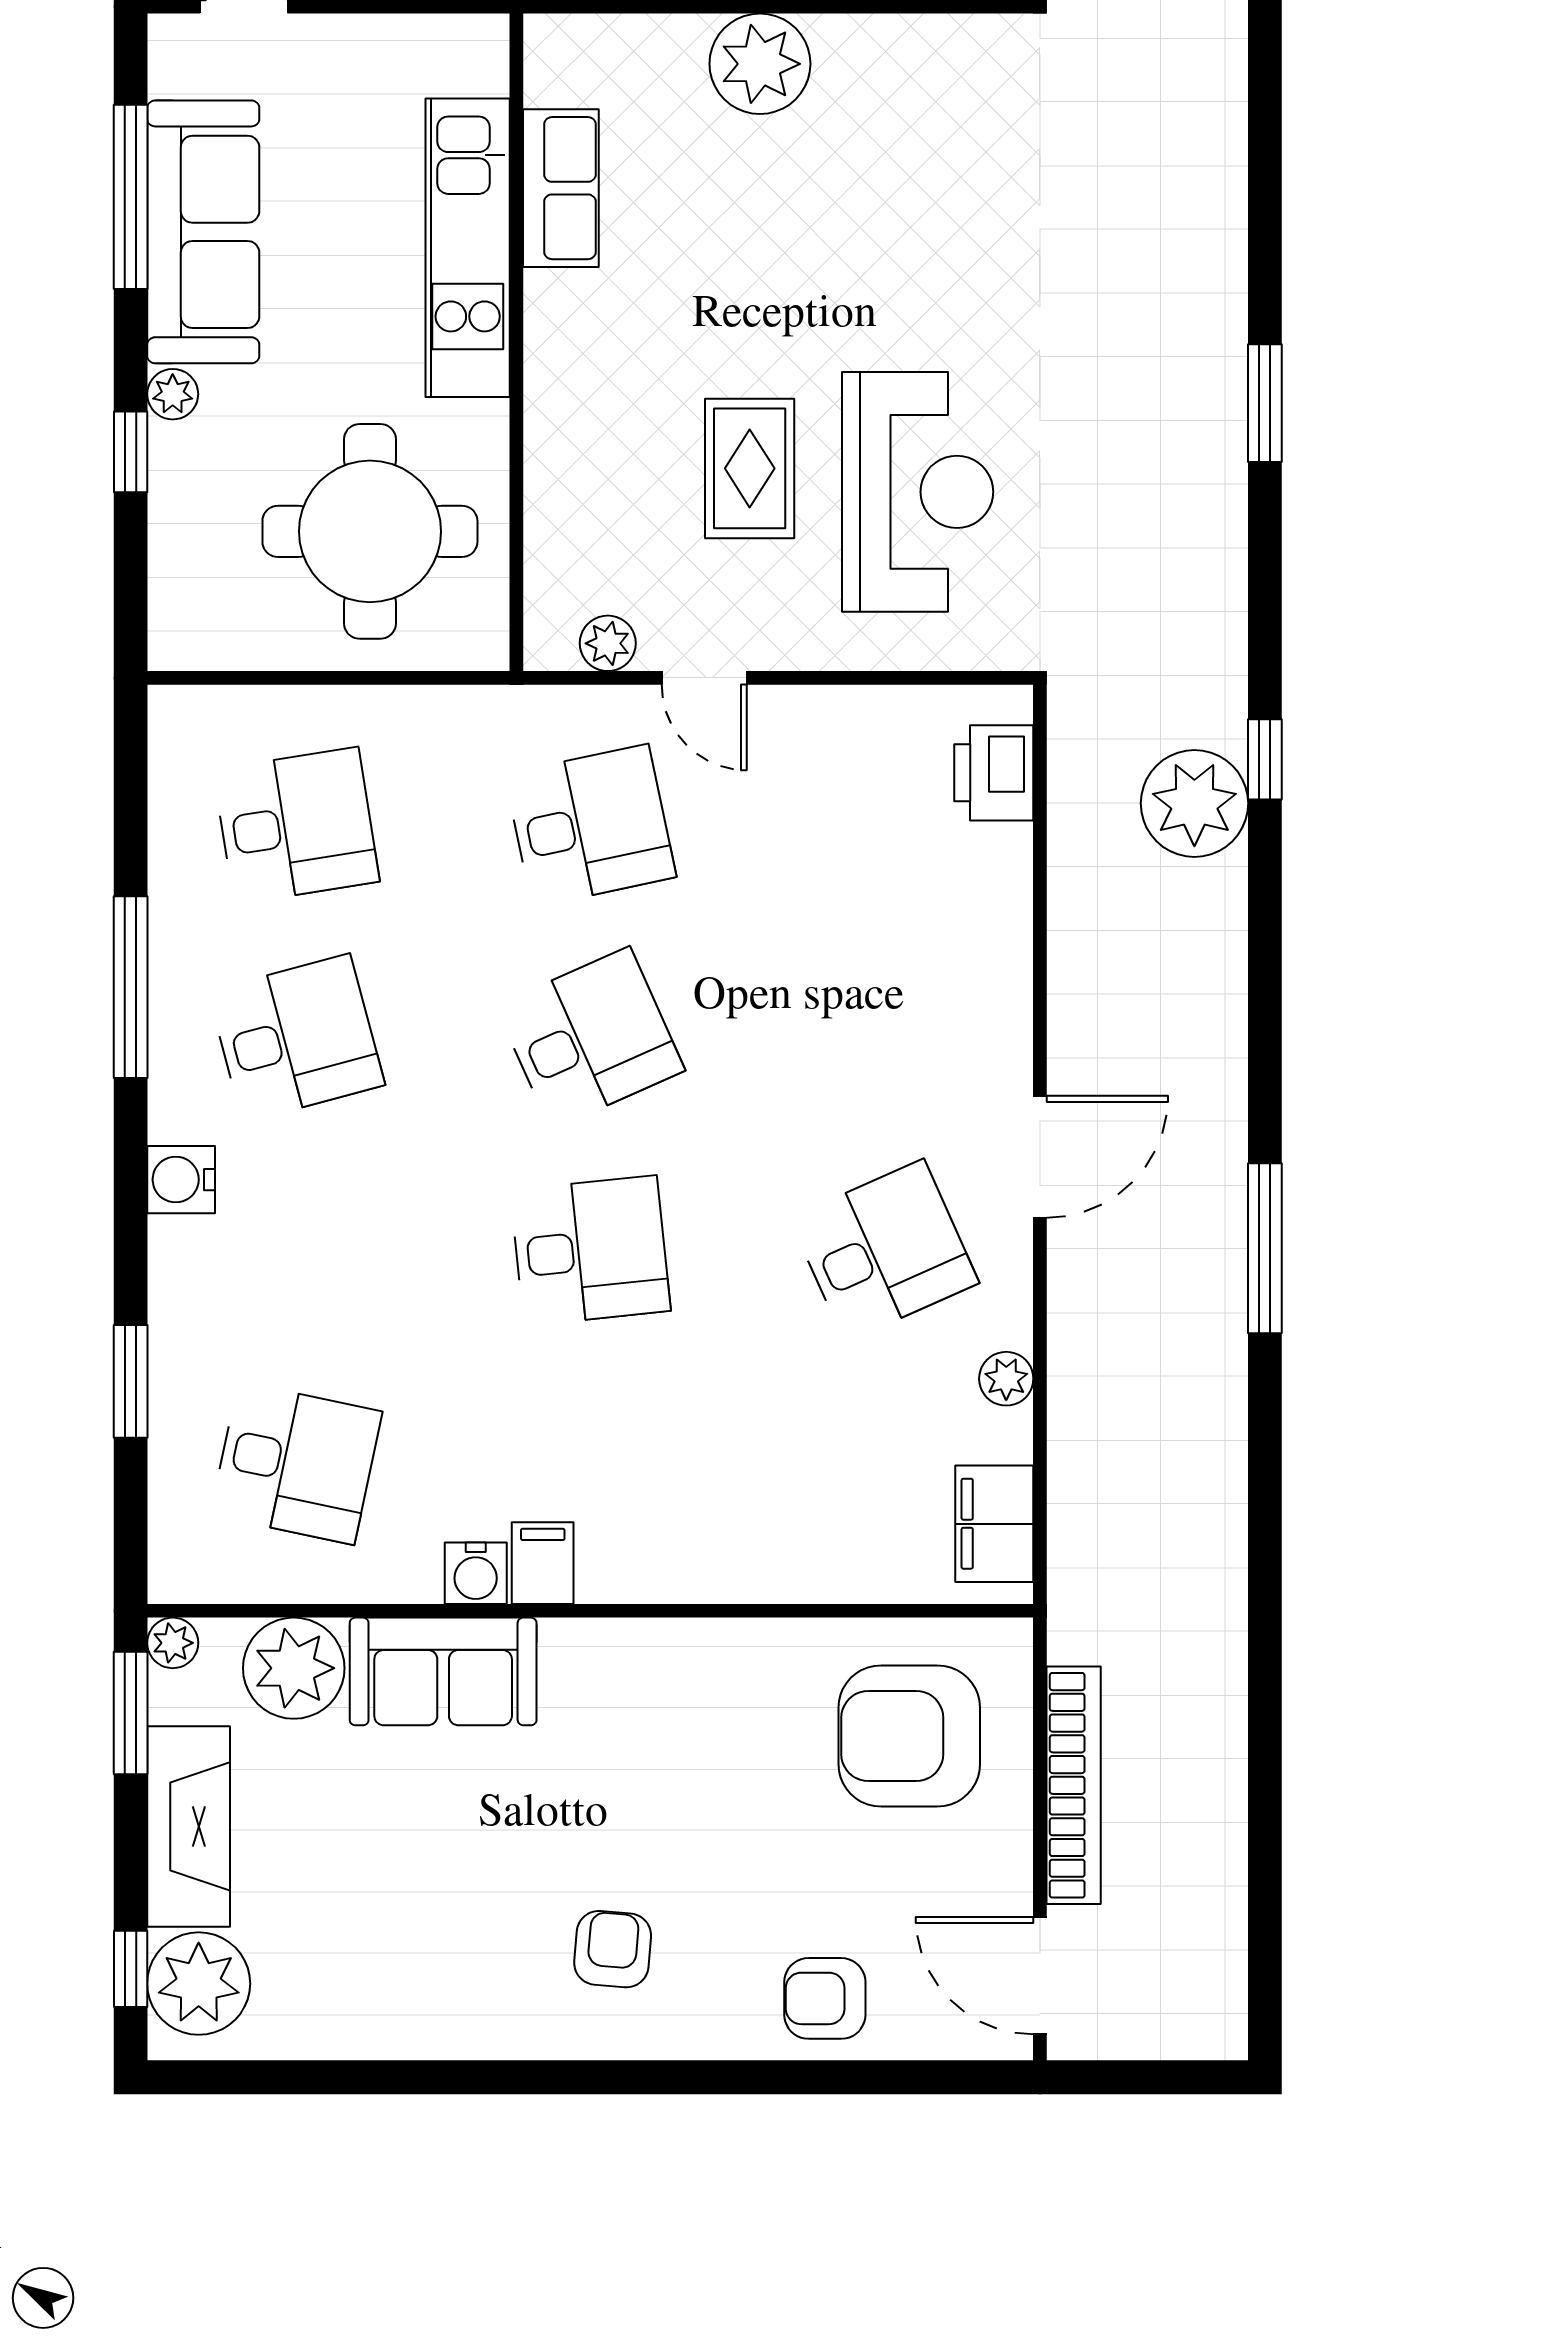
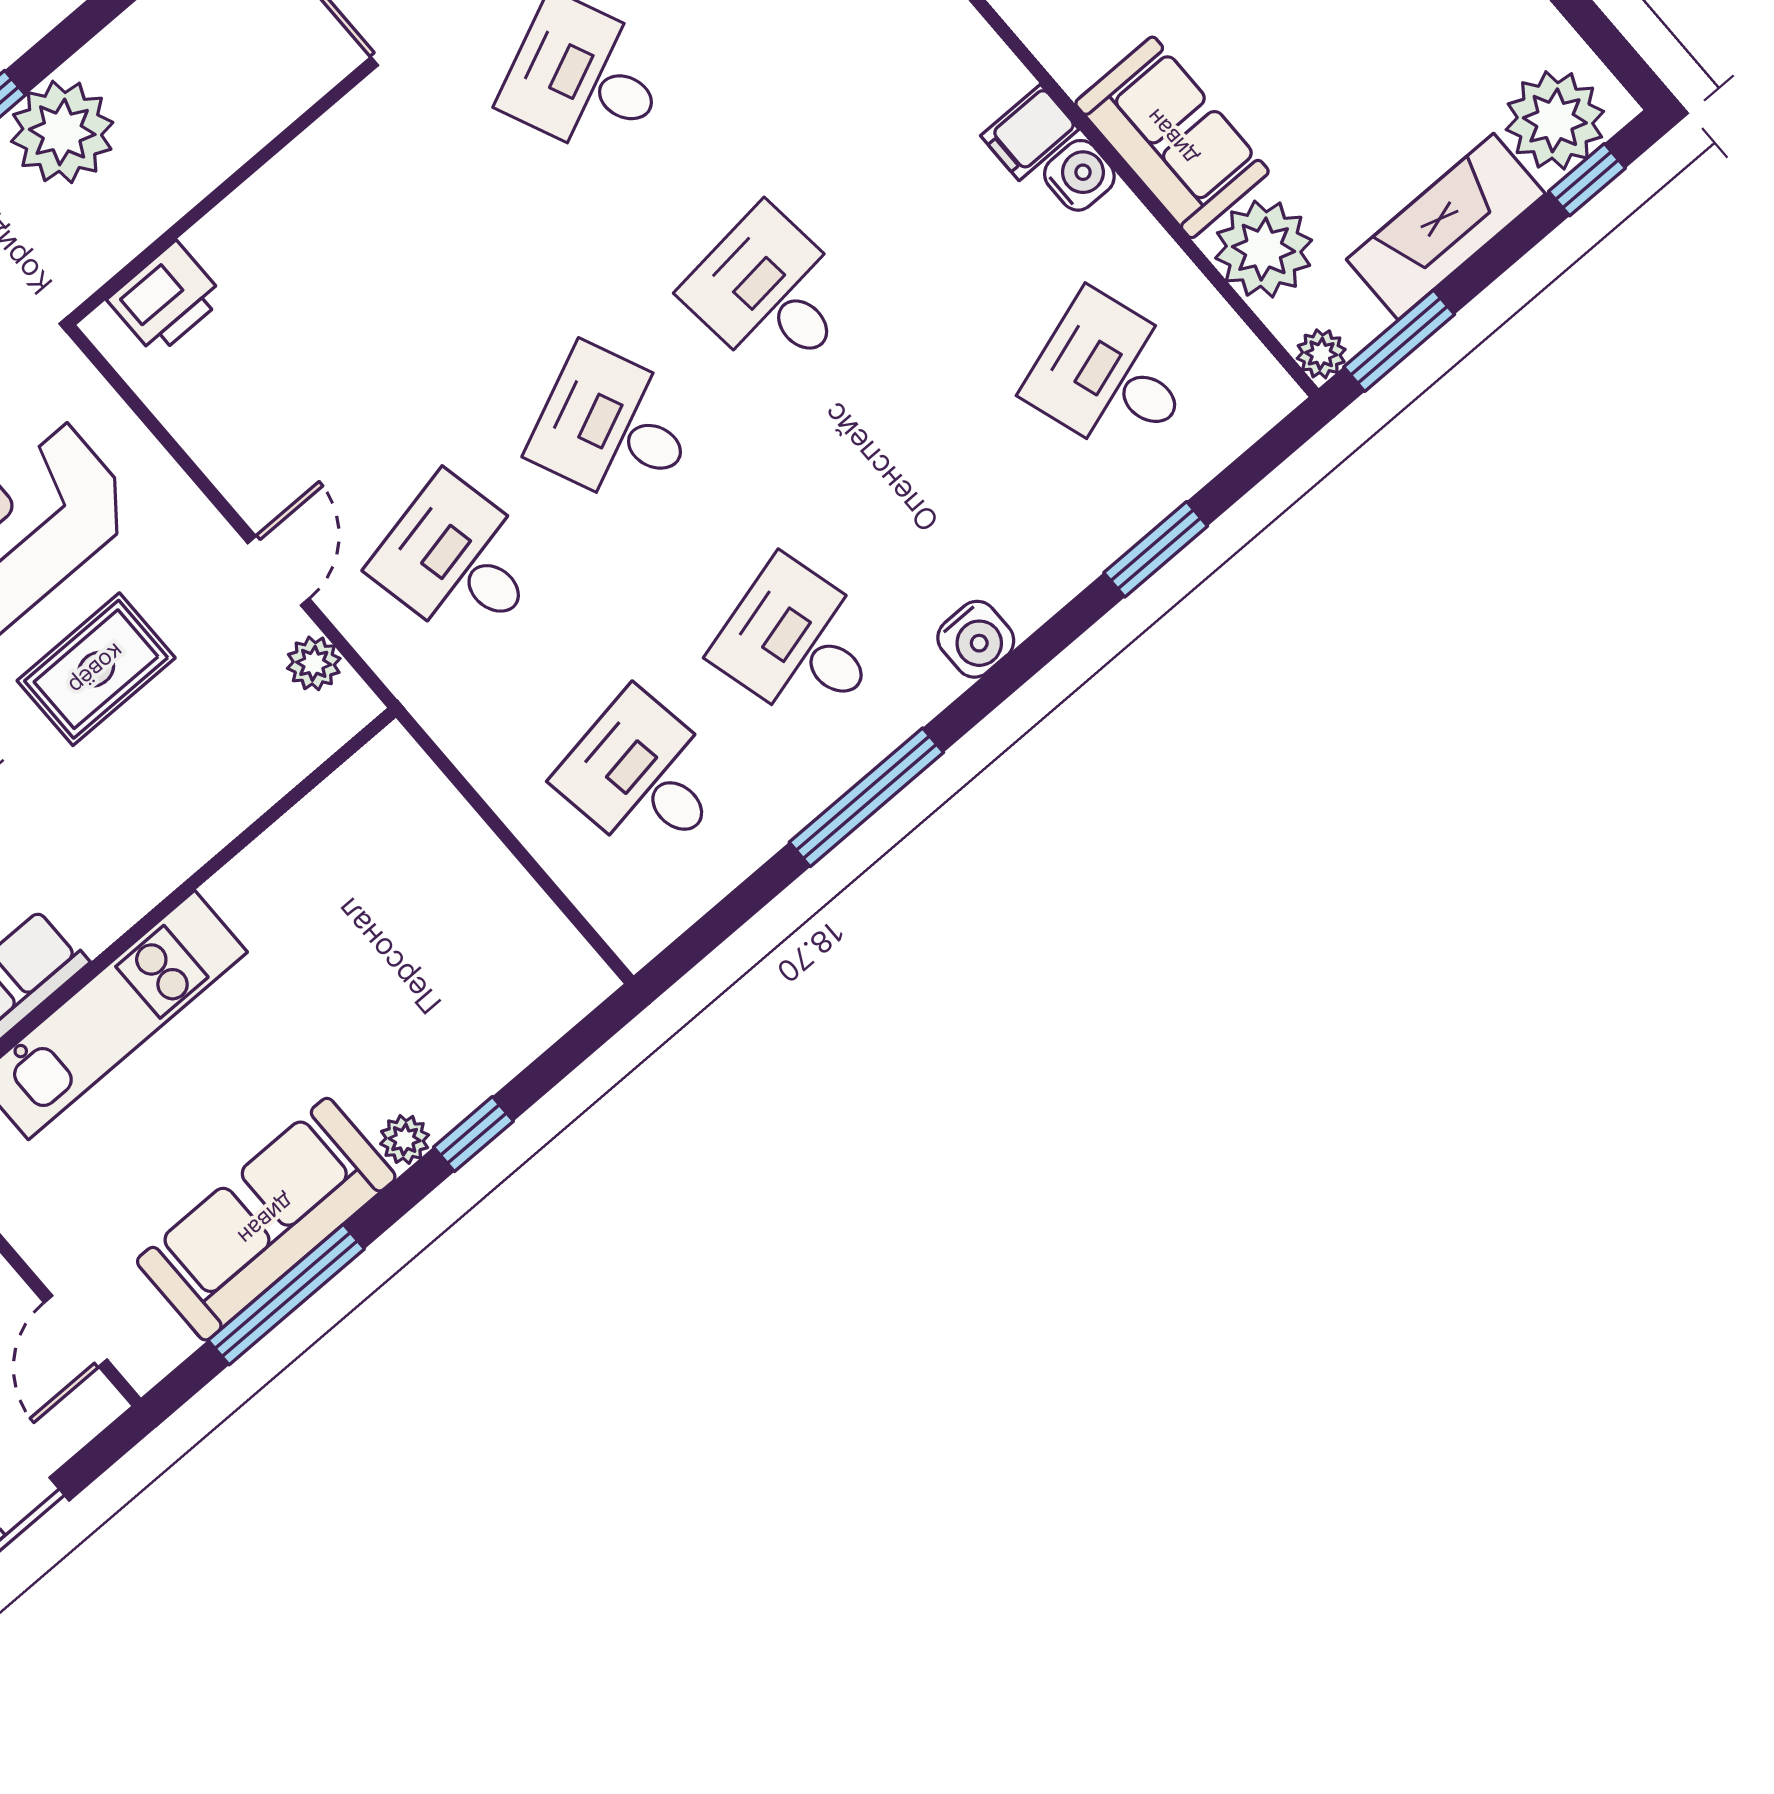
round table: (370, 531) -> (381, 908), removed
desk: (296, 1463) -> (1111, 376), turned -30

